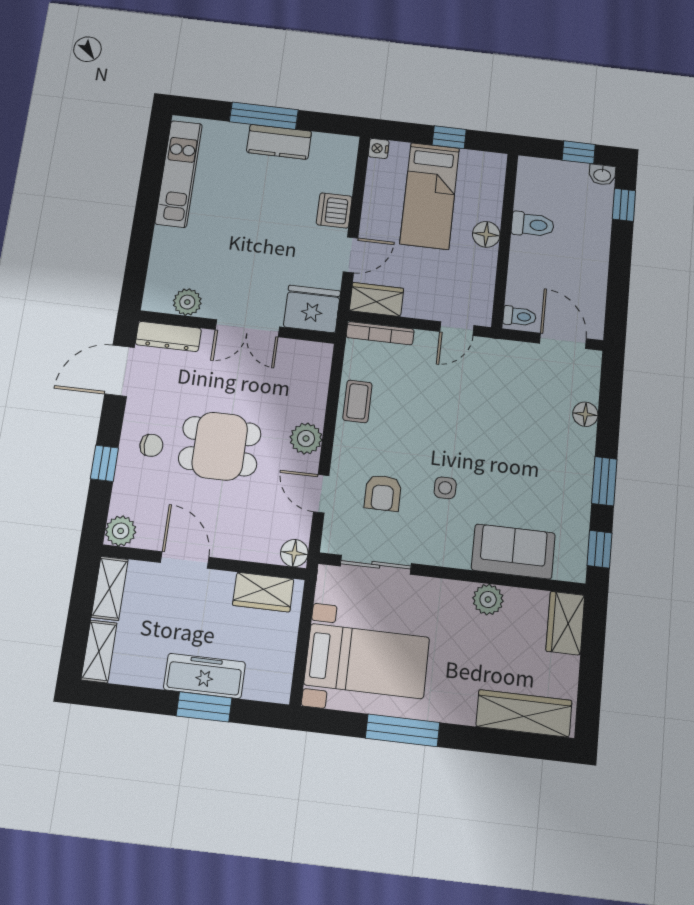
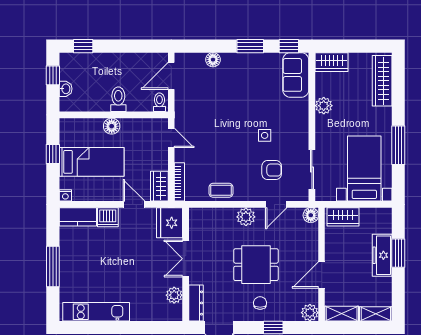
kitchen counter: (279, 142) -> (78, 217), moved, turned 90
washbasin: (602, 175) -> (66, 89), moved
toilet: (533, 225) -> (118, 99), moved
double door: (247, 328) -> (186, 259), swing flipped
dining table: (220, 446) -> (256, 265), turned 90
sofa: (513, 552) -> (296, 75), moved
wardrobe: (263, 592) -> (343, 217), moved, turned 90

